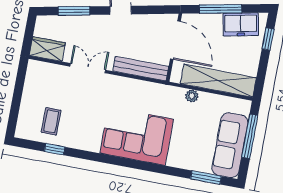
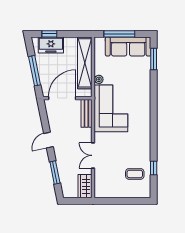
freezer: (241, 24) -> (51, 45), moved, turned 101
bench: (141, 69) -> (86, 113), width x0.73
corner sofa: (137, 136) -> (111, 108), moved, turned 180

